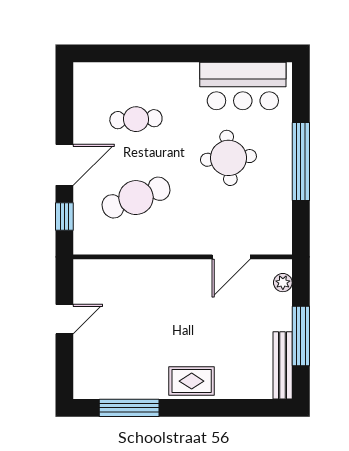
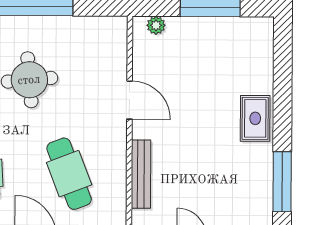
door: (231, 257) -> (130, 100), moved
bench: (283, 365) -> (141, 174), moved, turned 90

